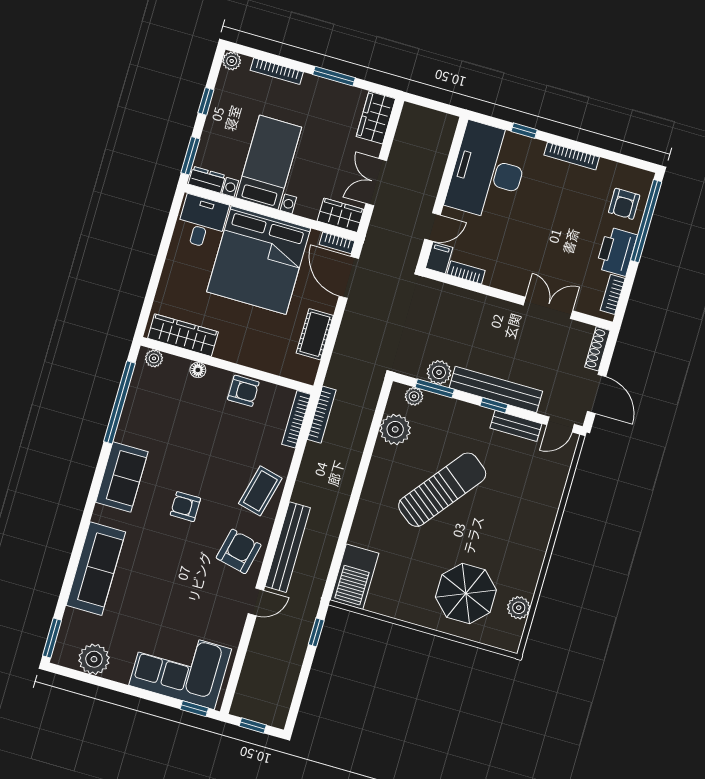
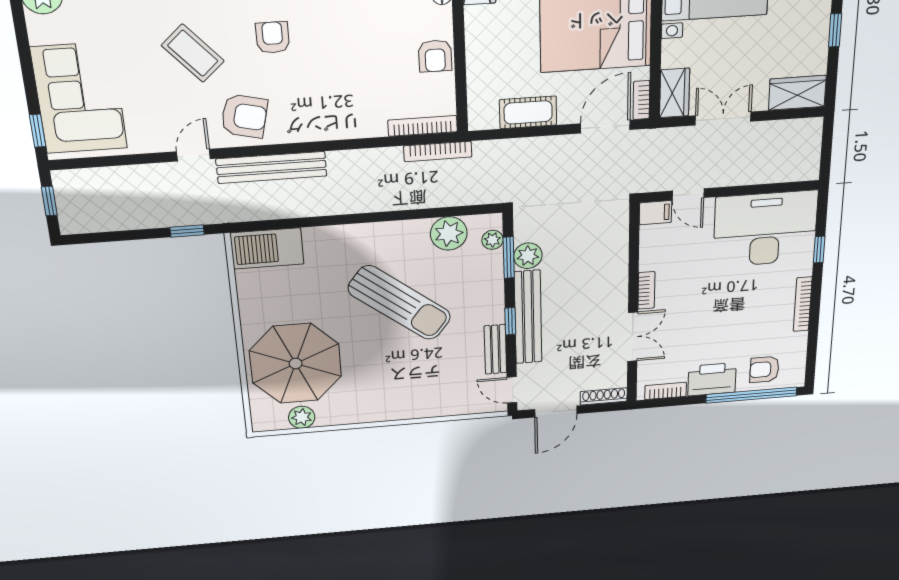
window: (334, 76) -> (835, 30), width x0.67
bookcase: (466, 272) -> (646, 290), moved
coffee table: (260, 491) -> (193, 53), moved, turned 34
parasol: (466, 594) -> (296, 364), width x1.36, depth x1.36
door: (256, 602) -> (193, 155), swing flipped

